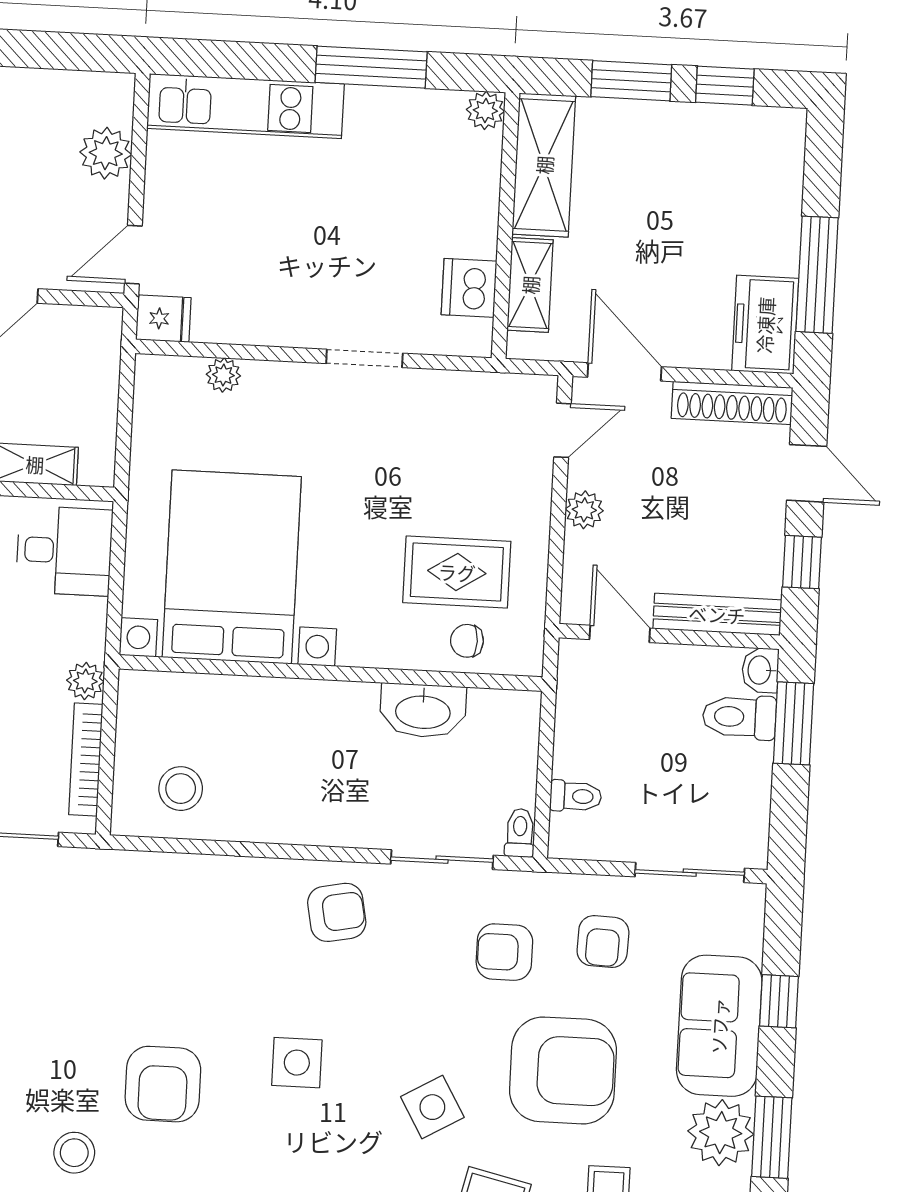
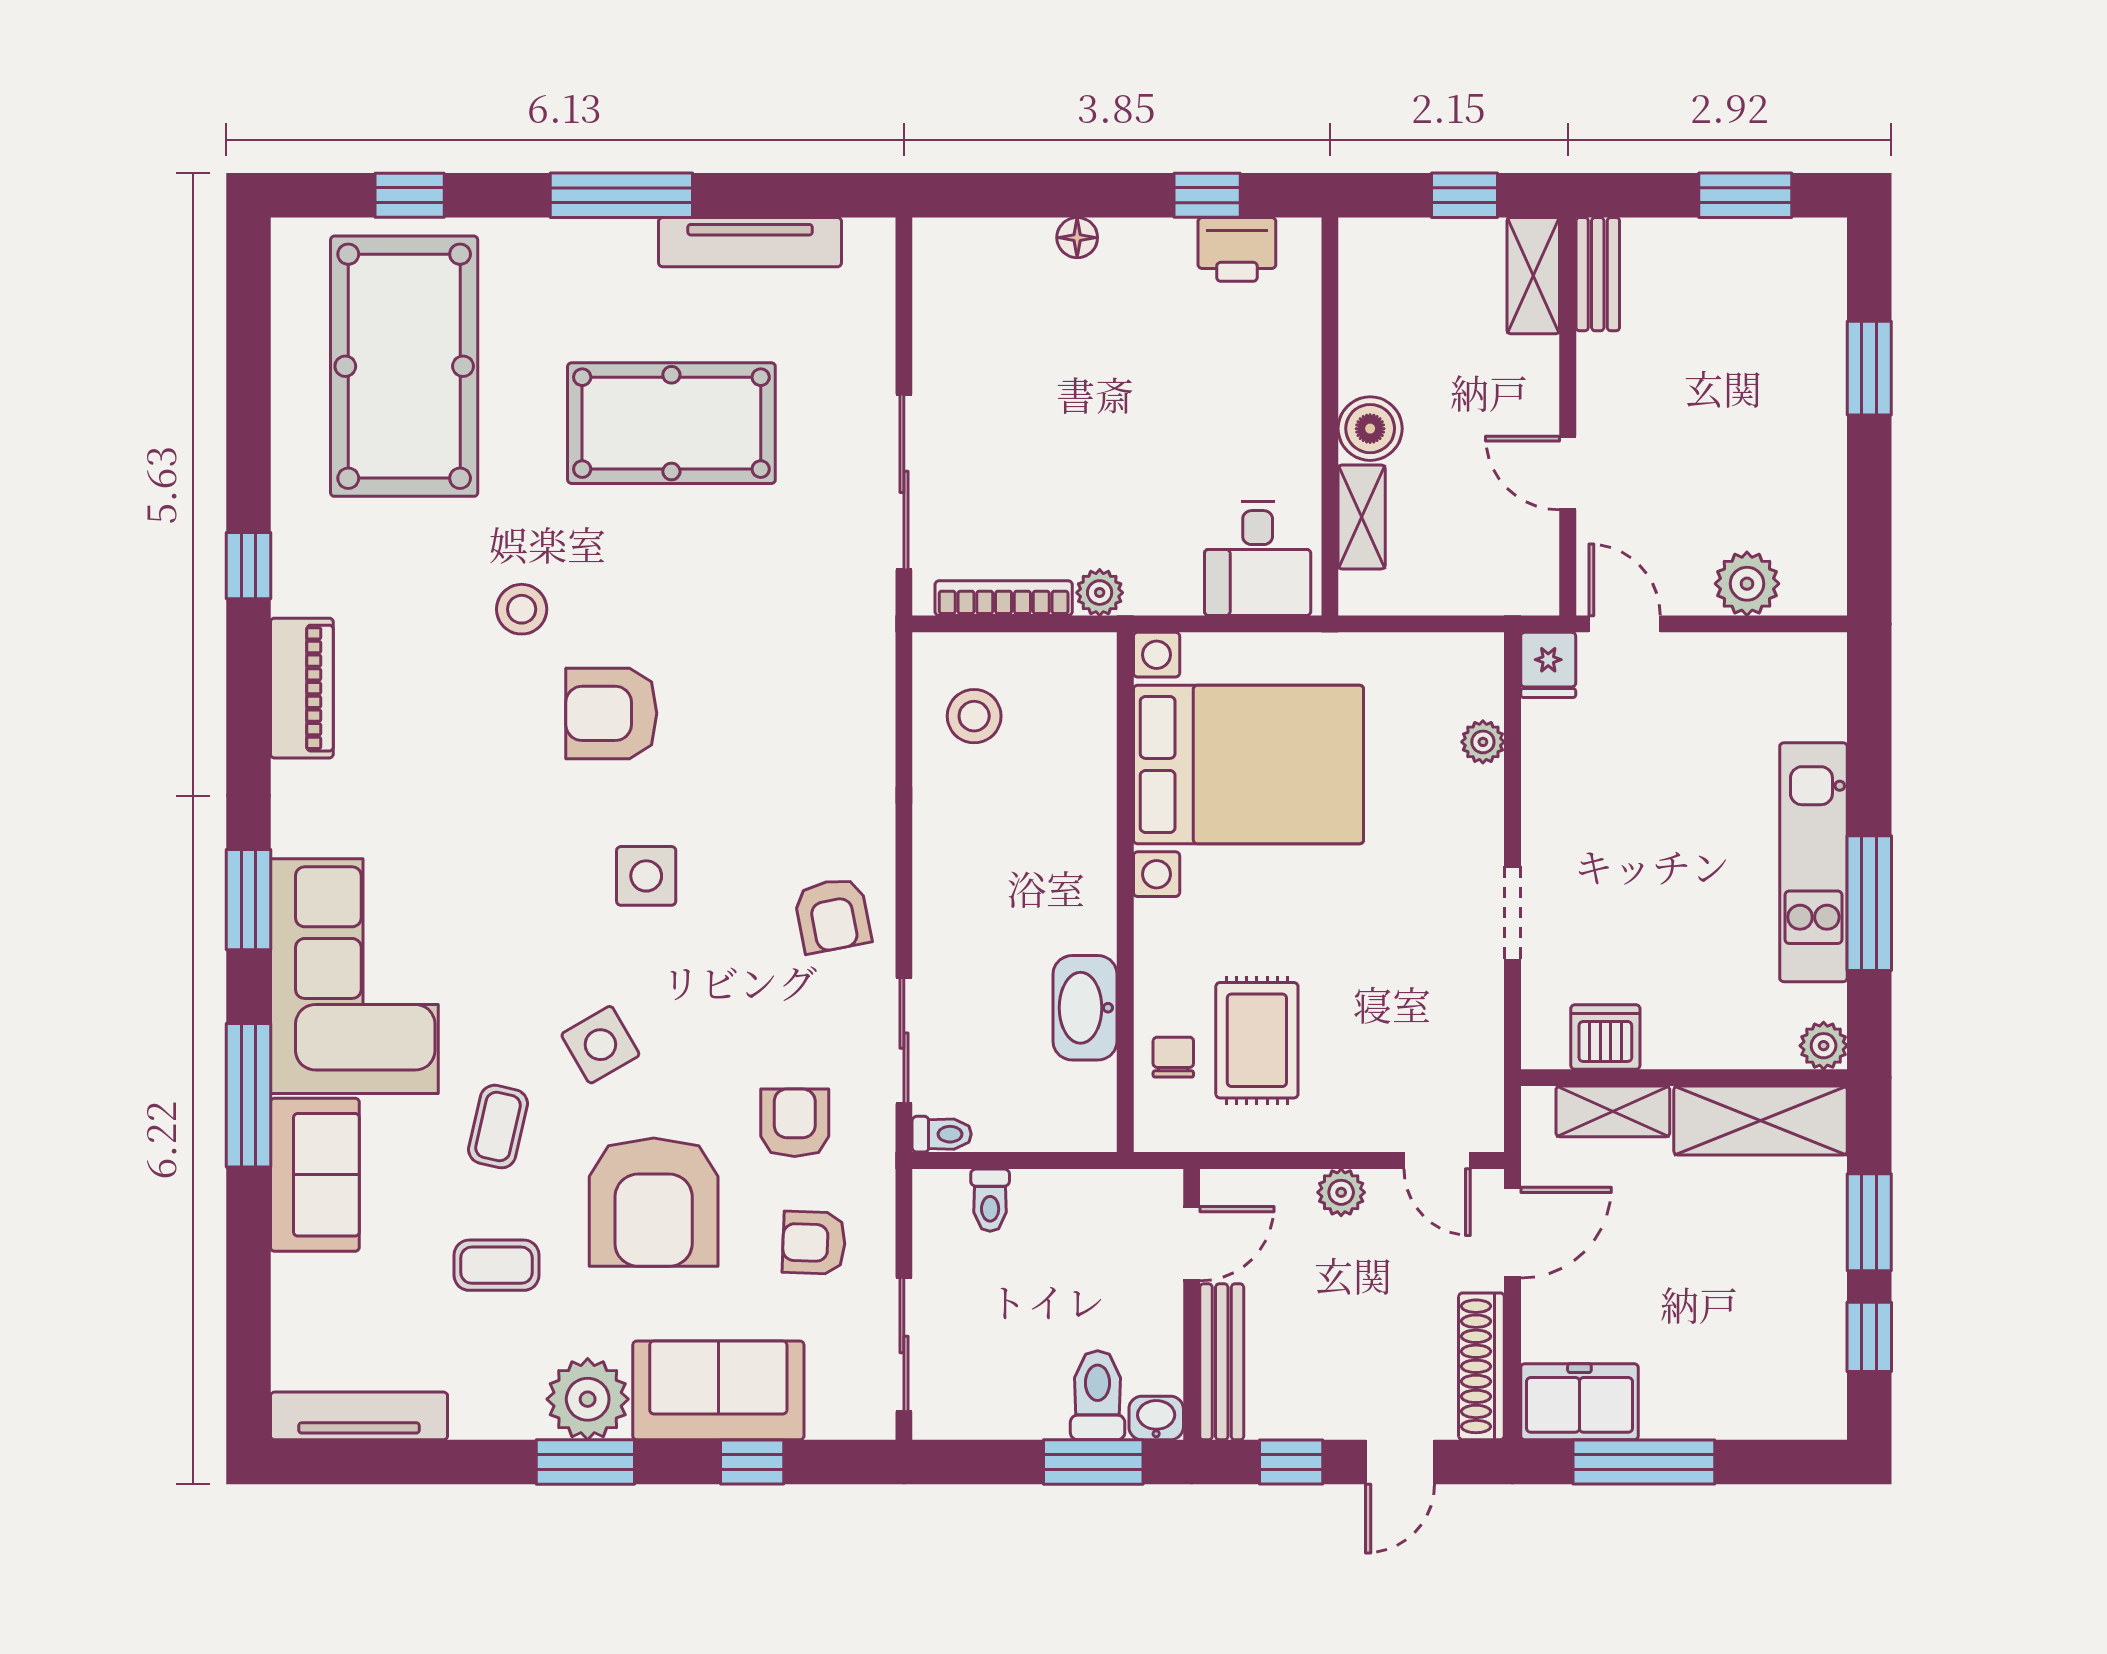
kitchen unit: (246, 106) -> (1813, 862), moved

